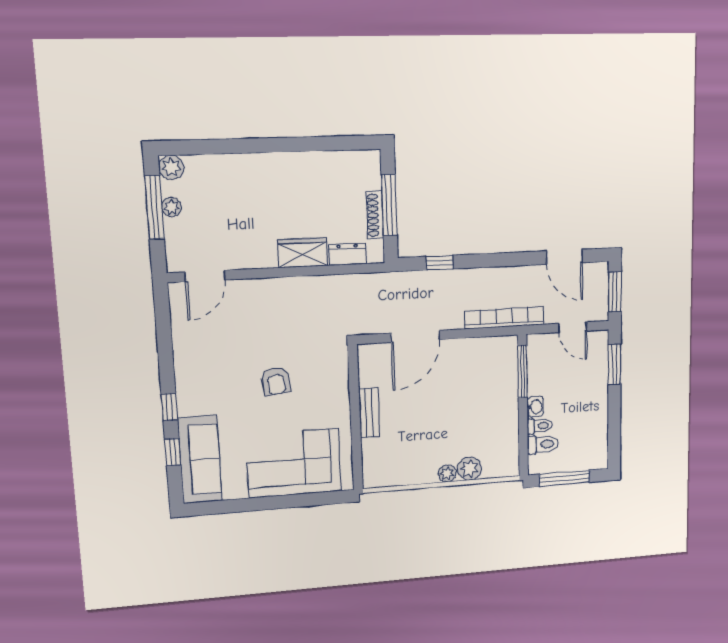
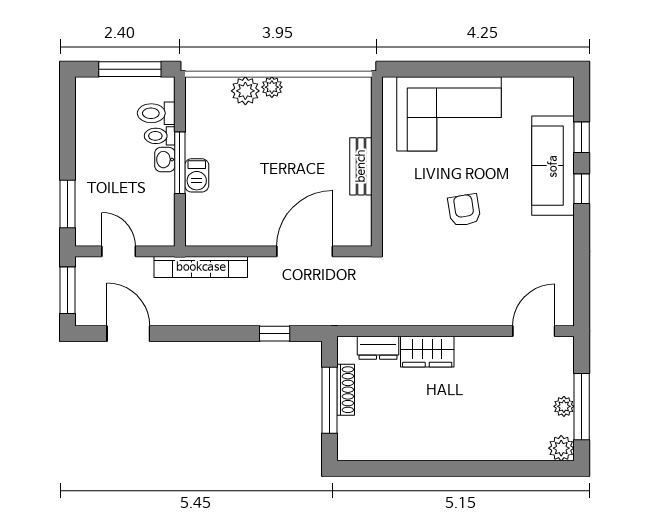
window: (522, 372) -> (180, 163), moved
barbecue: (509, 395) -> (197, 175), added
sofa: (200, 459) -> (553, 166), moved

